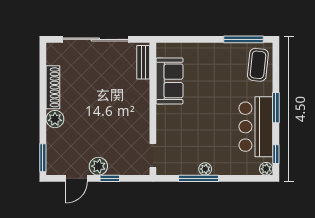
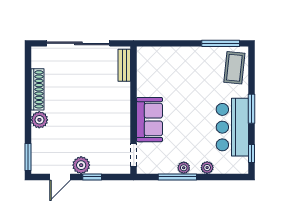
sofa: (170, 81) -> (149, 120), moved
plant: (266, 169) -> (207, 168), moved

